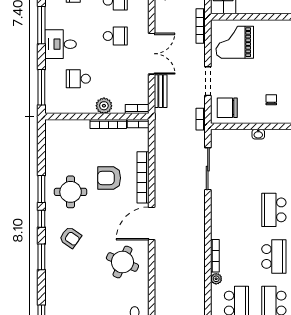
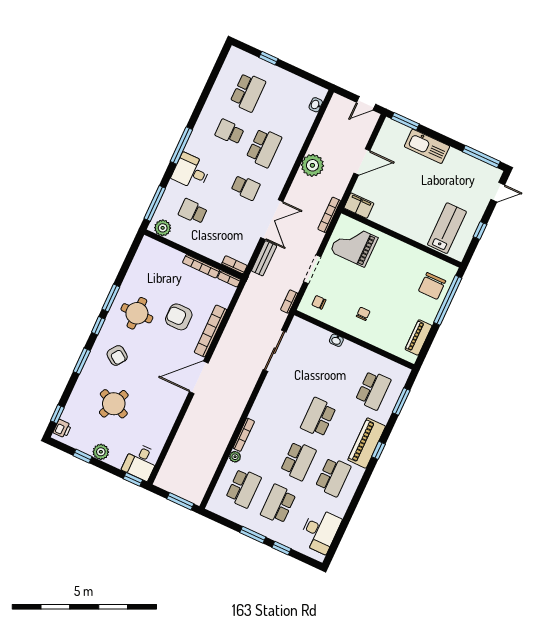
plant: (104, 106) -> (163, 228), moved
chair: (227, 108) -> (319, 302), width x0.54, depth x0.54
round table: (122, 262) -> (114, 404), moved

